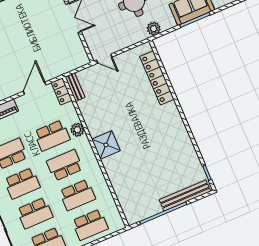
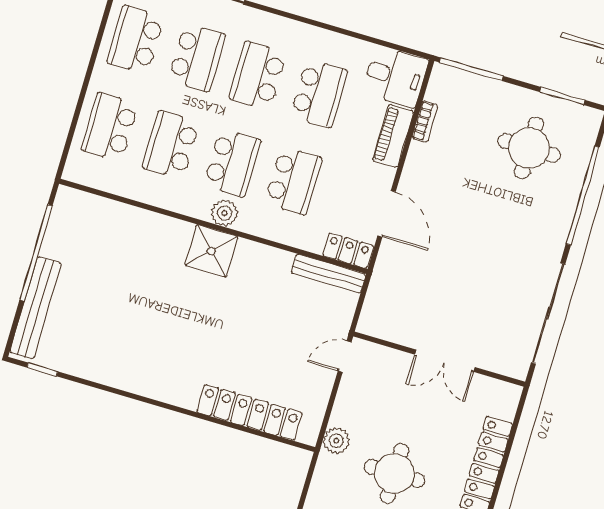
plant: (154, 29) -> (336, 441), moved
bench: (75, 87) -> (329, 274), width x1.36
plant: (77, 130) -> (224, 213), moved
school desk: (52, 136) -> (293, 181), turned 180
school desk: (35, 213) -> (197, 58), turned 180

